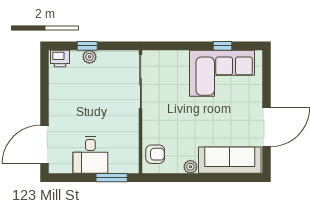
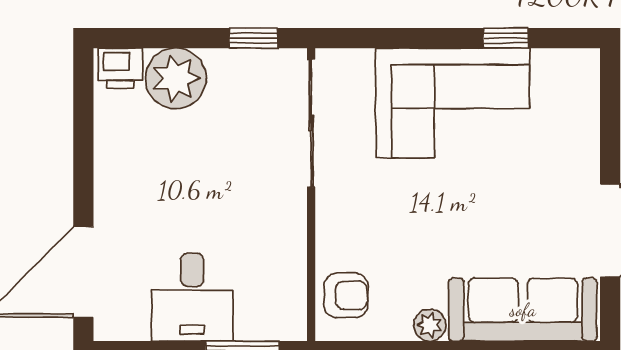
window: (87, 46) -> (253, 38), moved
plant: (89, 57) -> (176, 78), width x1.87, depth x1.87
corner sofa: (222, 73) -> (453, 103), moved

